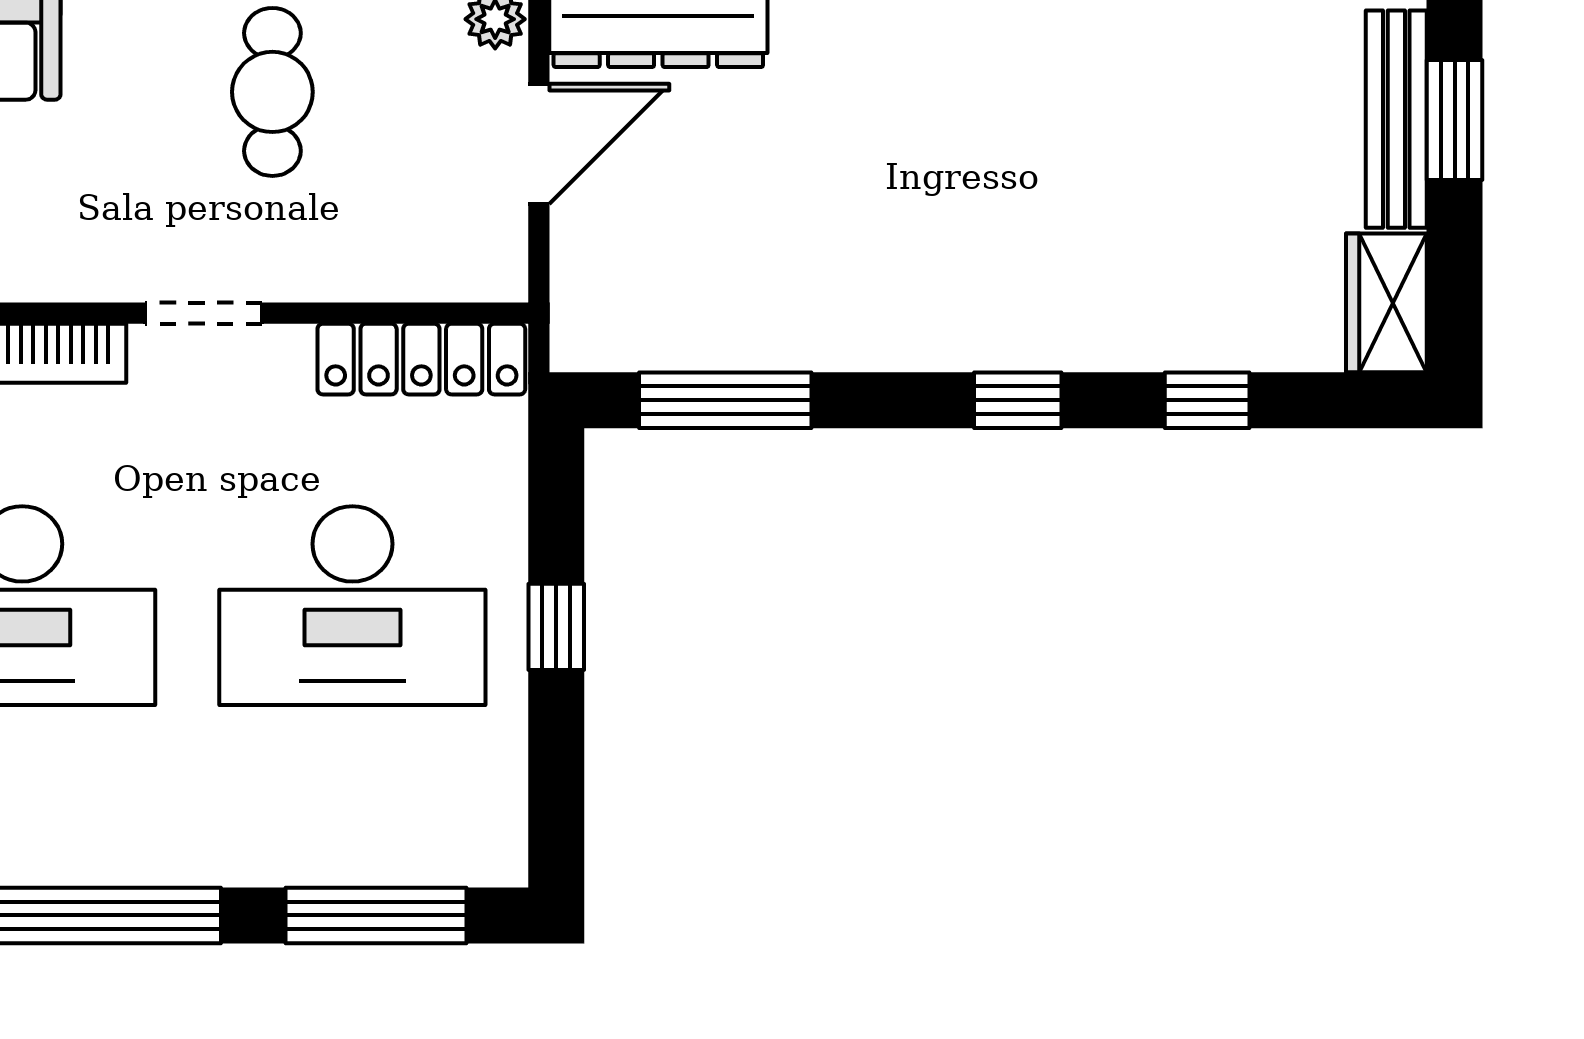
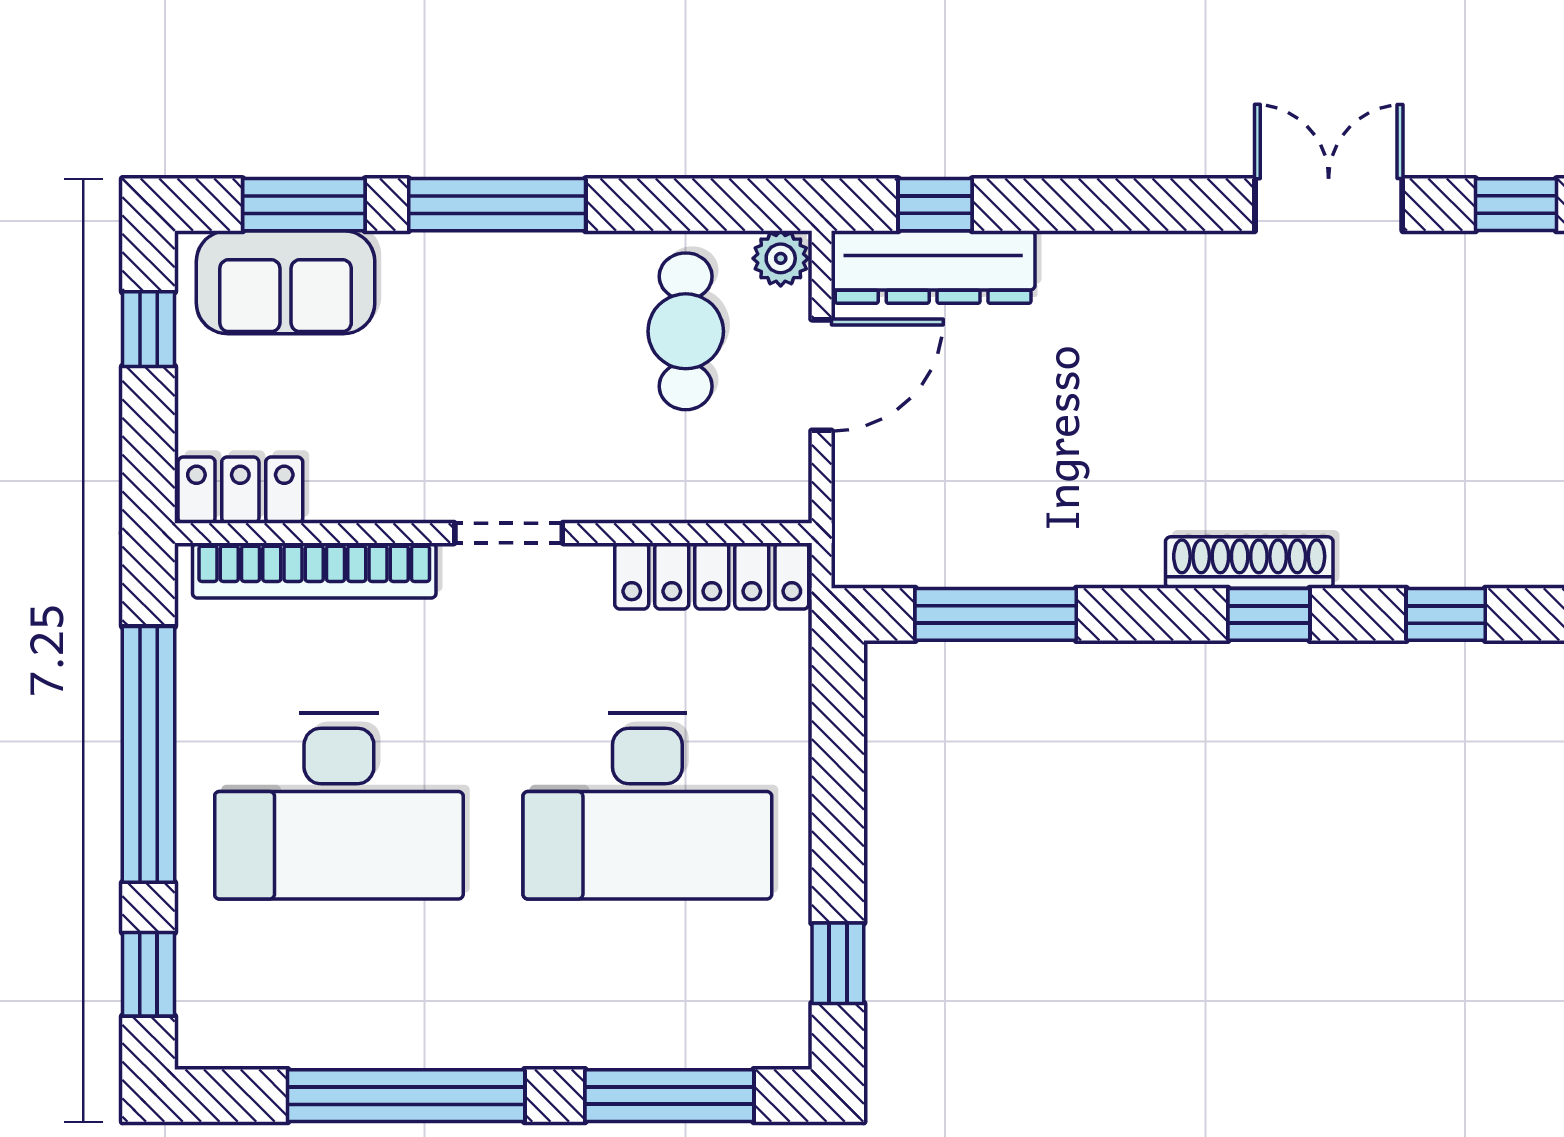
cafe table: (272, 92) -> (686, 331), moved
shoe rack: (997, 345) -> (1249, 563), added
window: (556, 627) -> (838, 963), moved

